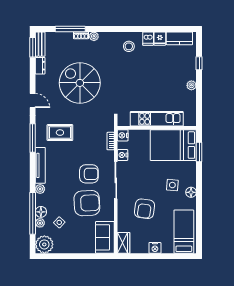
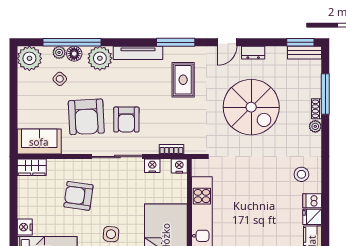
dresser: (40, 66) -> (253, 53), moved
spiral stairs: (80, 83) -> (251, 107), turned 90
plant: (40, 189) -> (100, 58), width x1.88, depth x1.88
nightstand: (155, 248) -> (25, 227), moved

